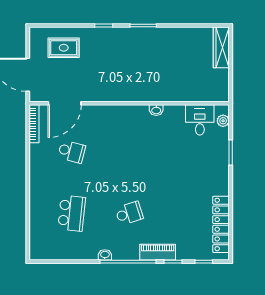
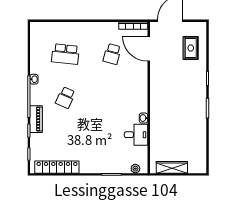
wardrobe: (221, 47) -> (172, 167), moved
desk: (200, 120) -> (136, 135), moved
school desk: (129, 213) -> (65, 98), turned 42

